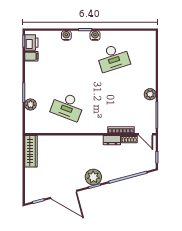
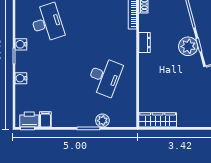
dresser: (112, 140) -> (145, 43), moved

